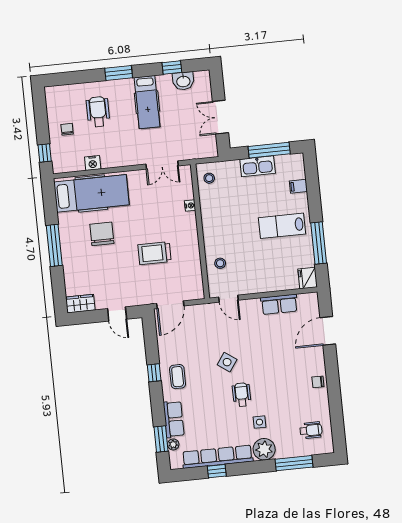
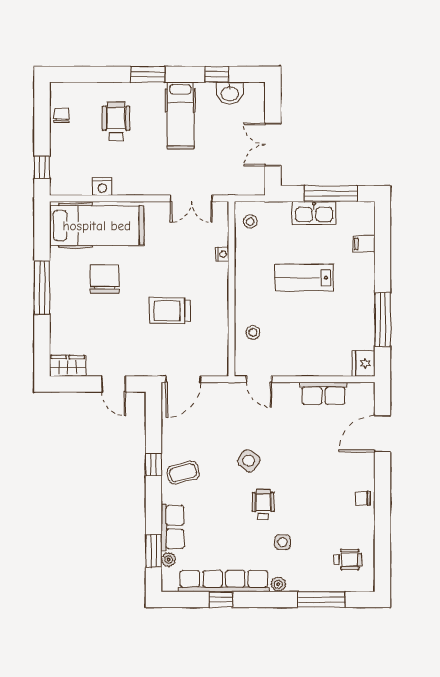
chair: (67, 129) -> (61, 115), moved
lab bench: (282, 226) -> (304, 278), moved
coffee table: (178, 377) -> (183, 473), turned 76
plant: (264, 449) -> (278, 584), width x0.53, depth x0.53

